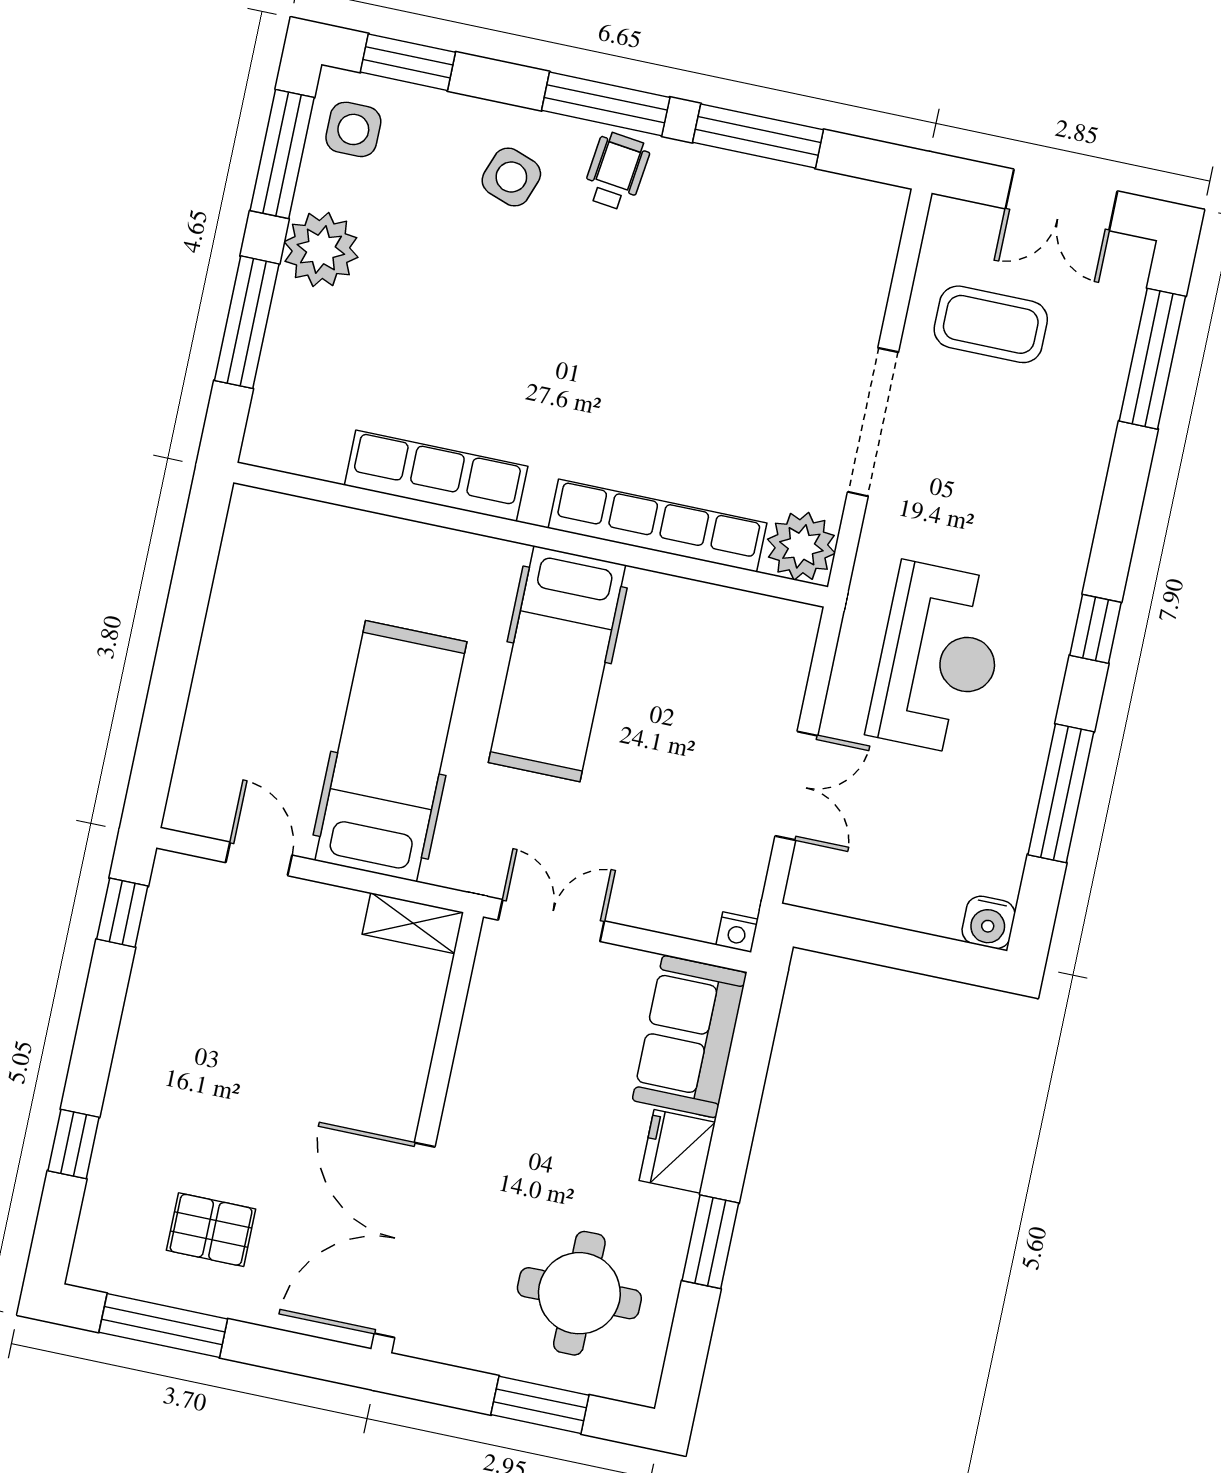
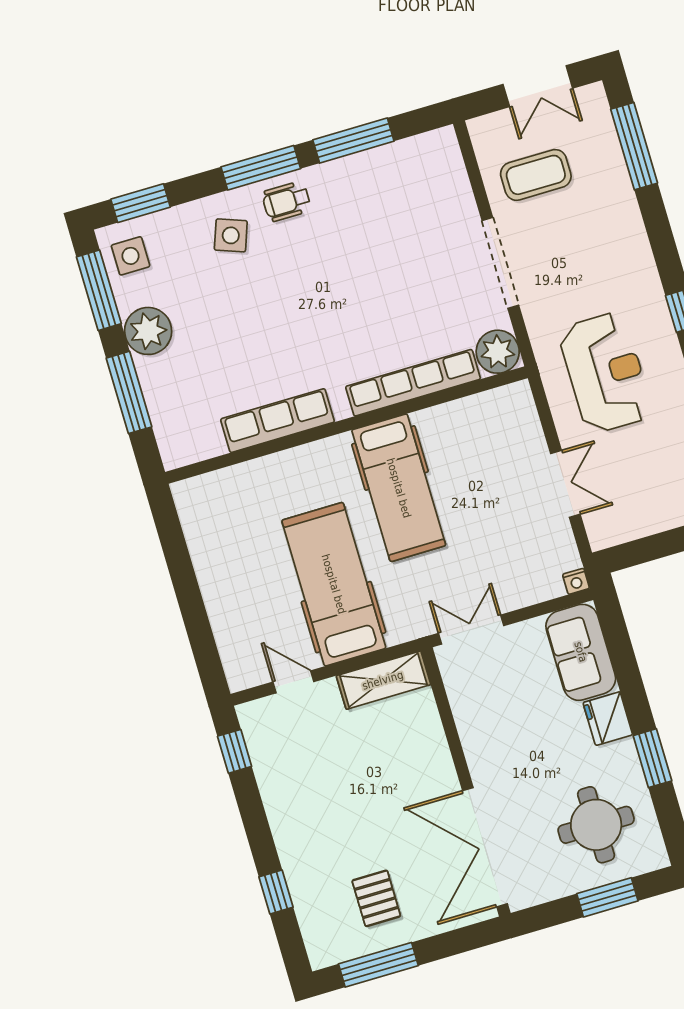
wheelchair: (616, 171) -> (286, 201), turned -97
shelving: (413, 923) -> (383, 680), width x1.50, depth x1.33
pallet: (211, 1230) -> (376, 898), turned 90

